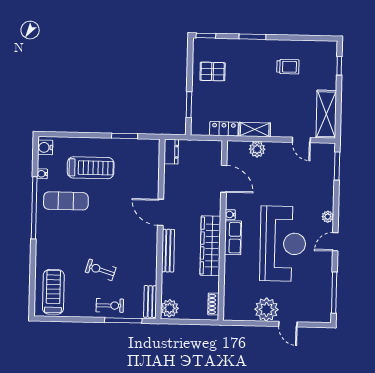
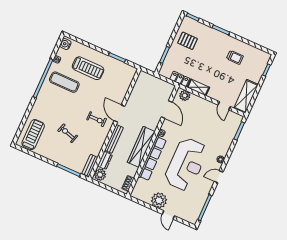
plant: (257, 149) -> (185, 95), moved
dresser: (171, 152) -> (105, 160), moved
row of seats: (233, 238) -> (152, 158), width x2.02
exercise bike: (110, 305) -> (97, 119), moved

